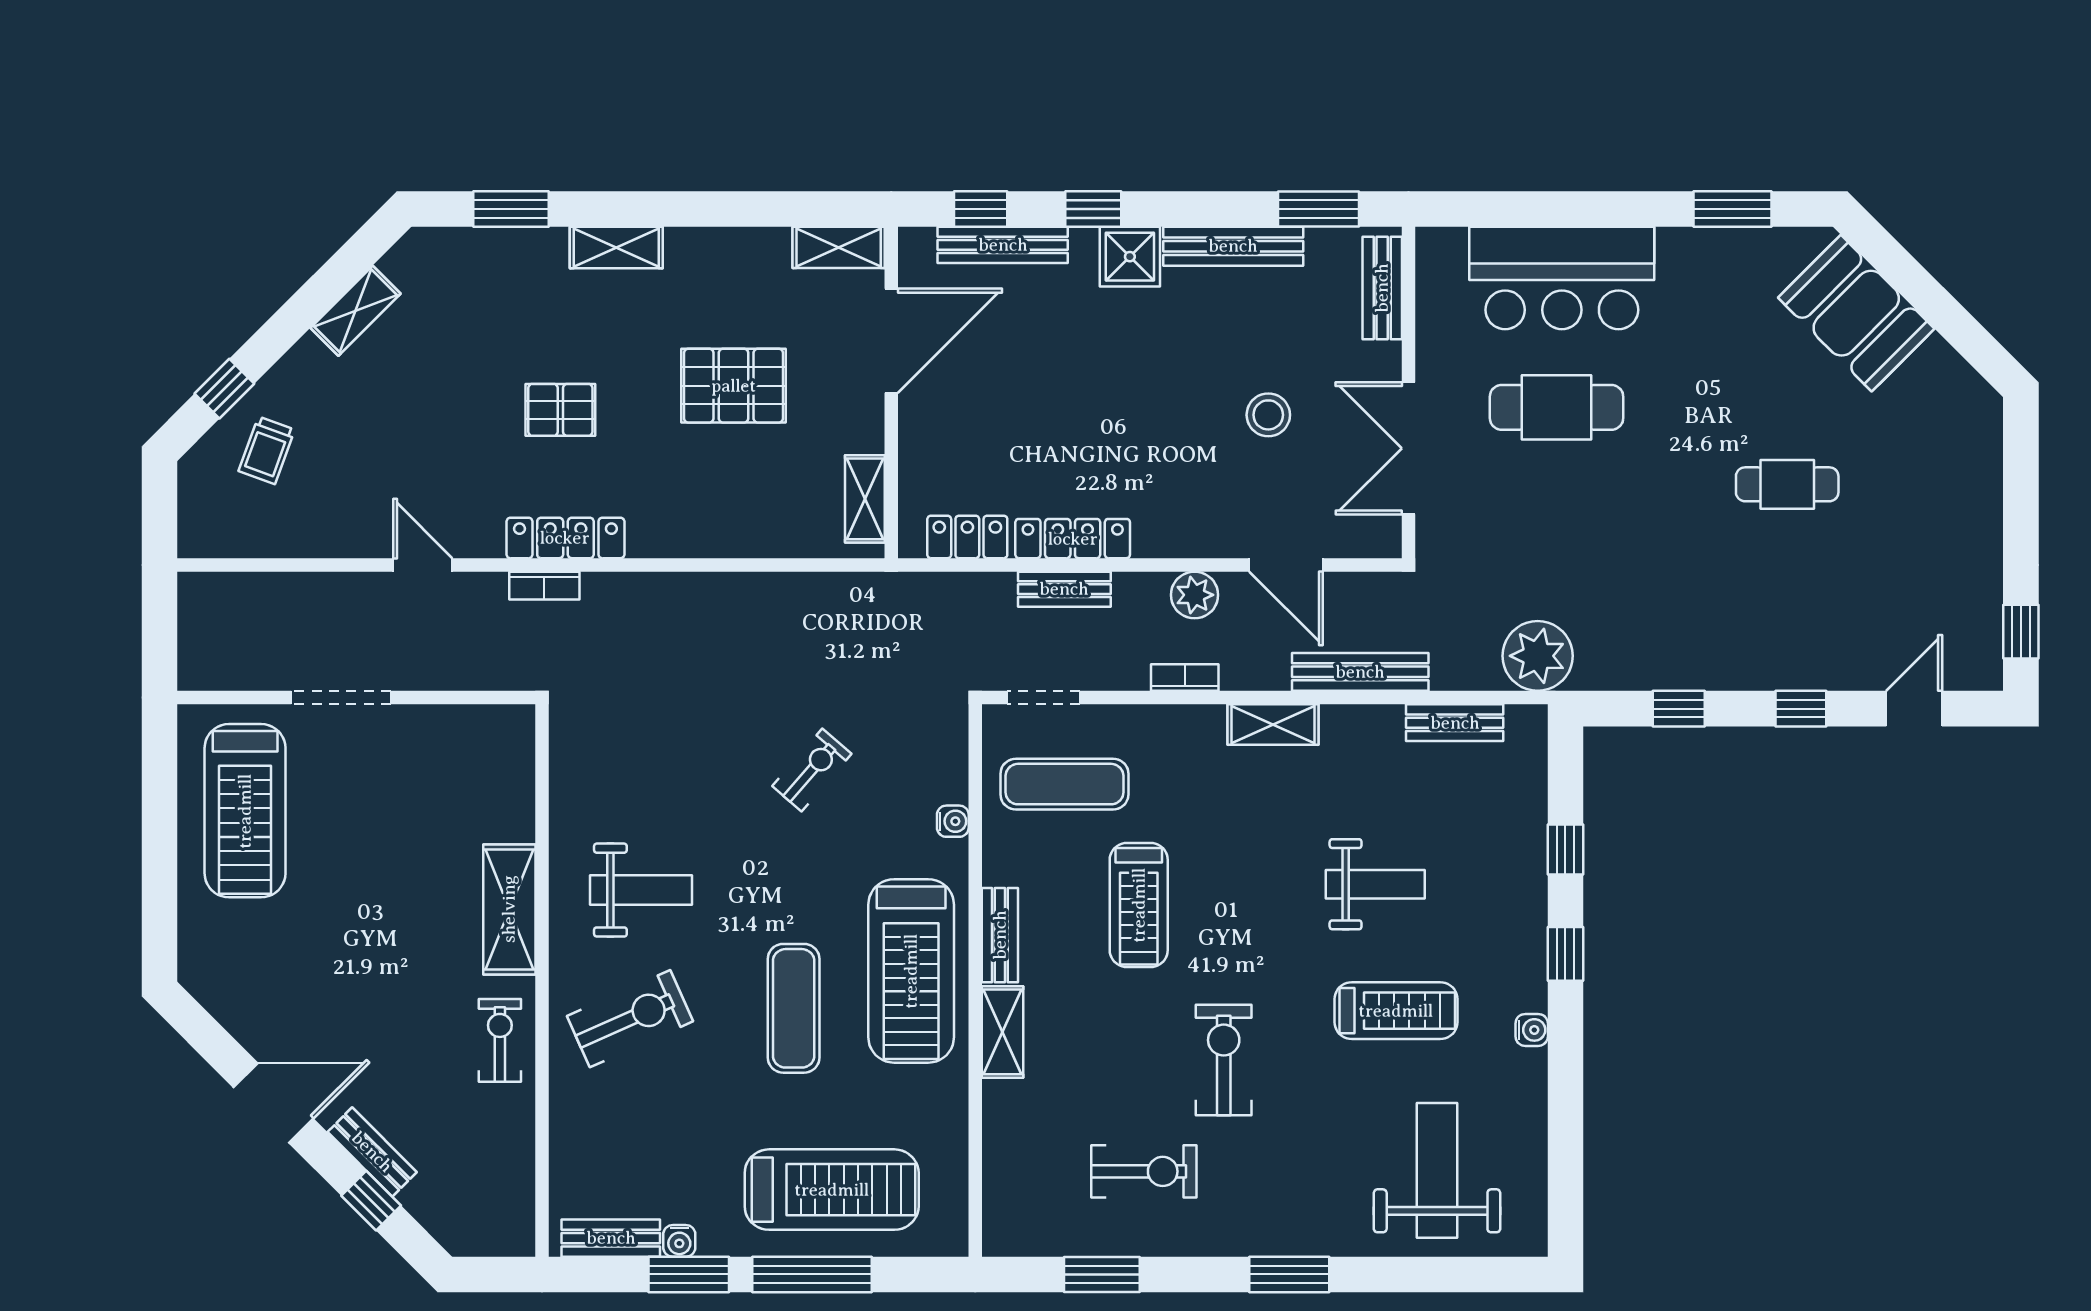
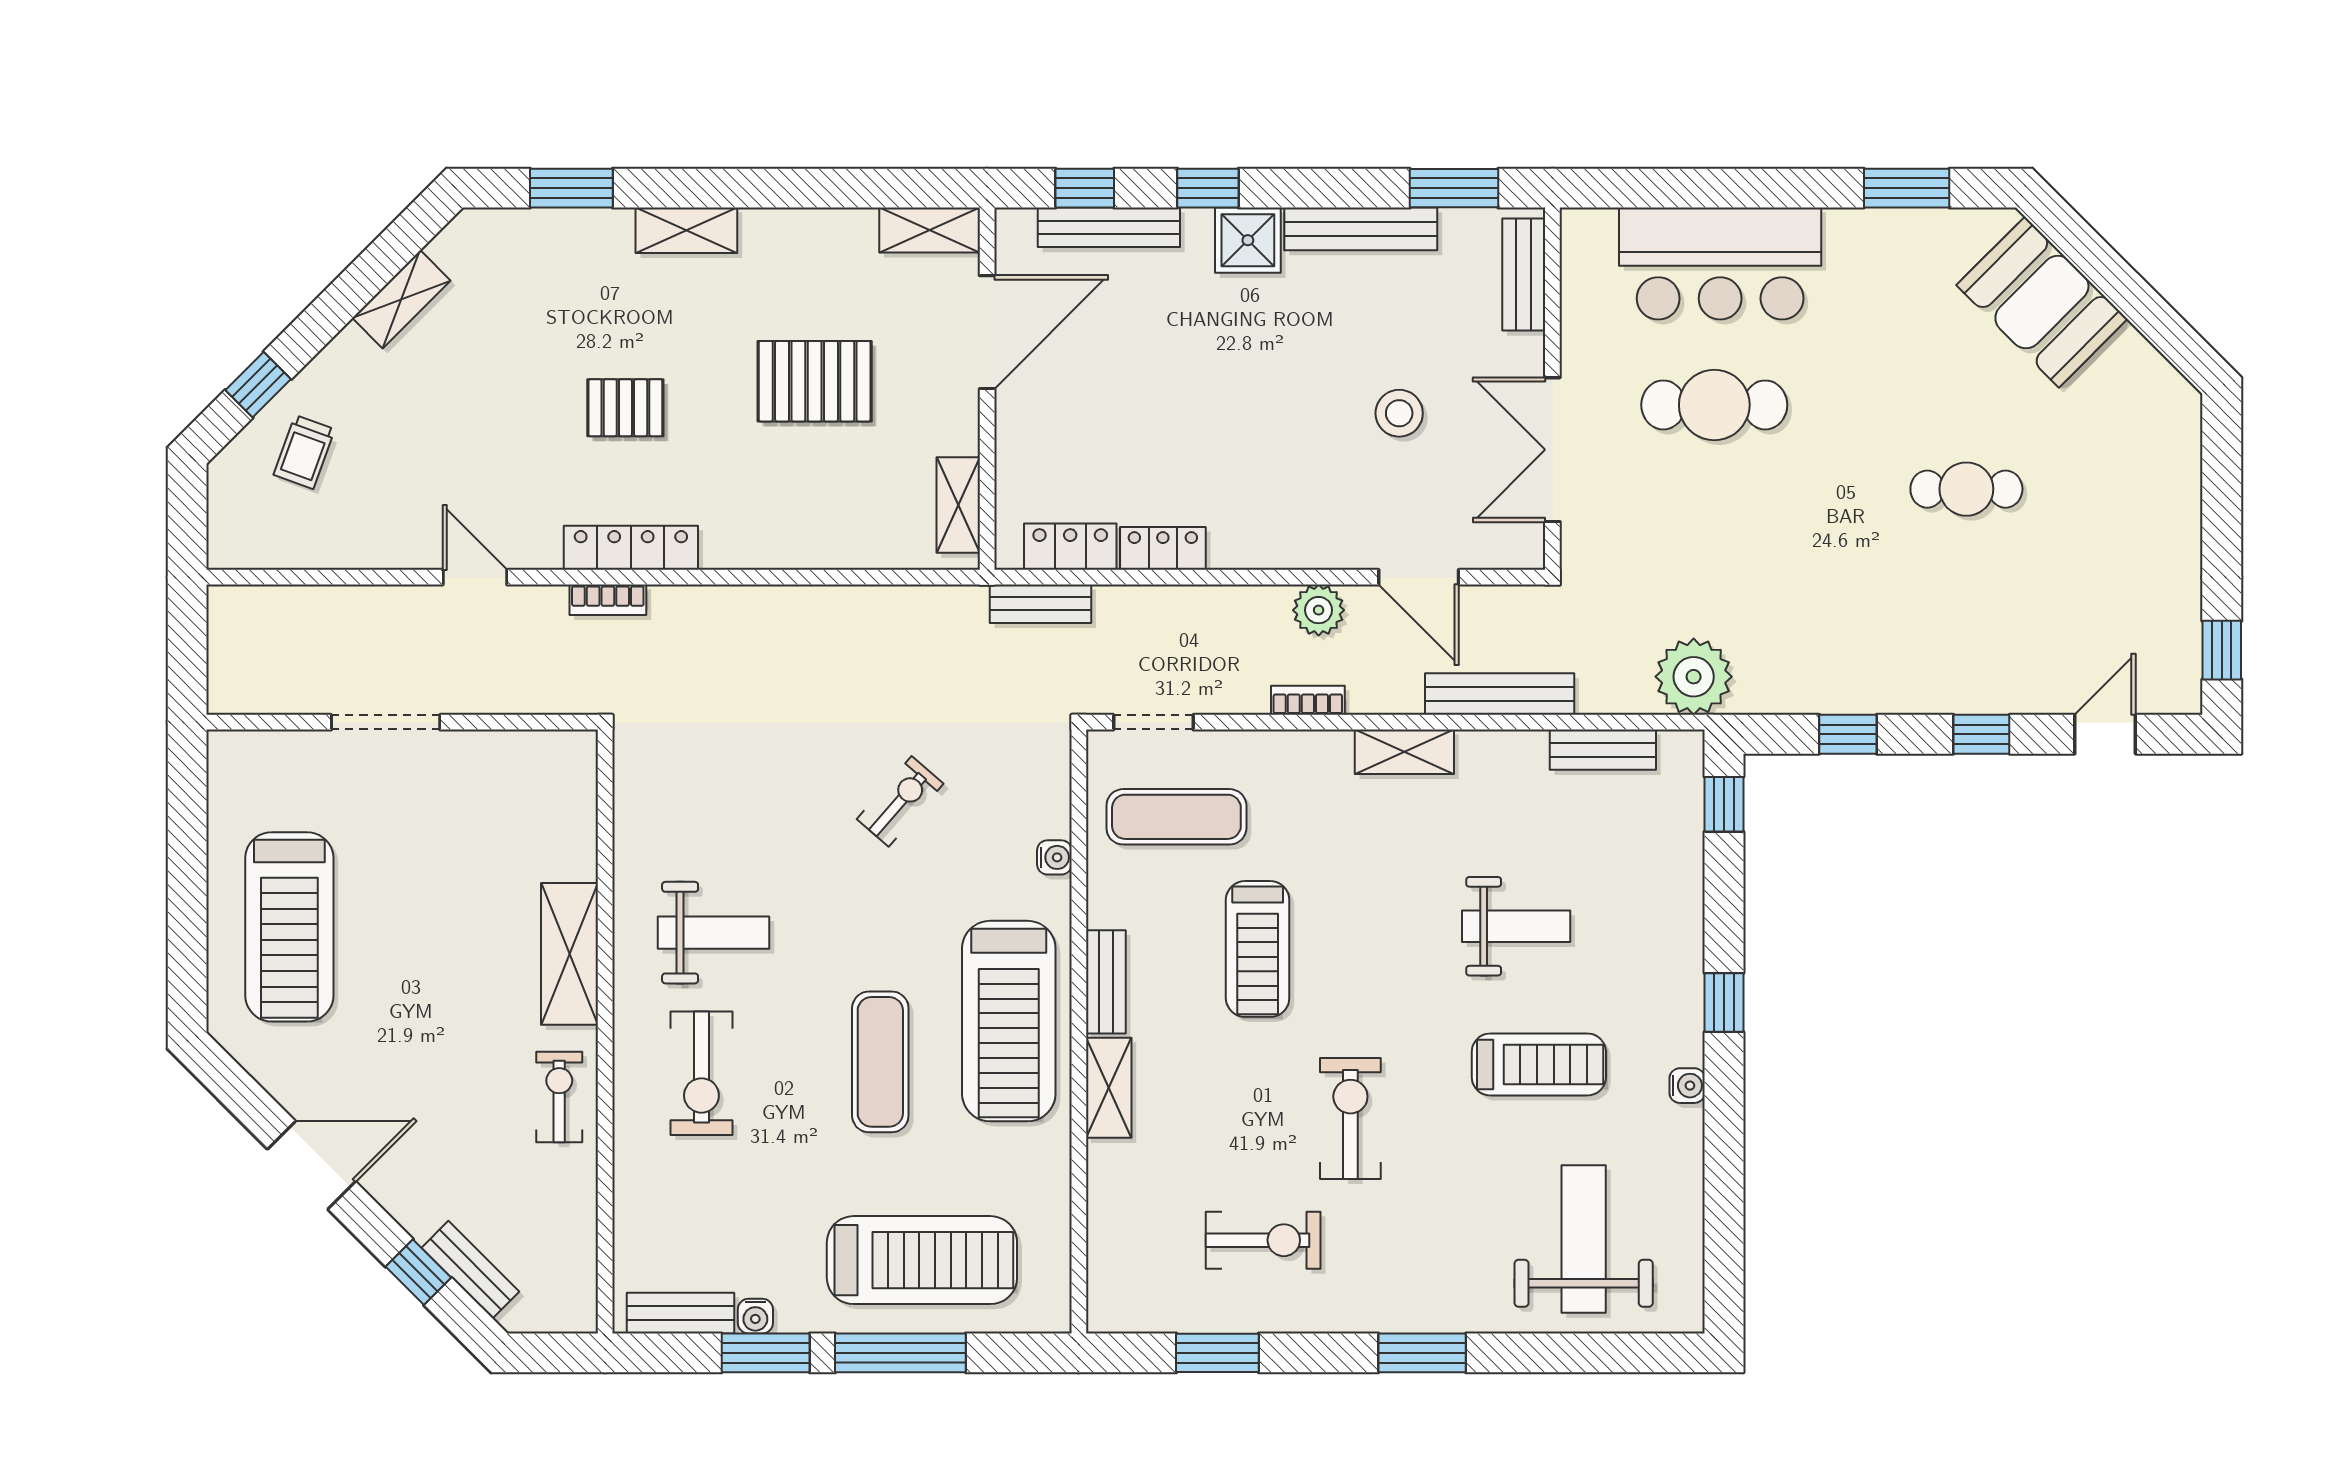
locker: (1073, 539) -> (1163, 548), width x0.66
bench: (1064, 589) -> (1040, 604), moved
treadmill: (245, 811) -> (289, 927), moved
window: (1565, 849) -> (1724, 804), moved
exercise bike: (630, 1019) -> (701, 1073), turned 114
bench: (372, 1152) -> (470, 1270), moved

